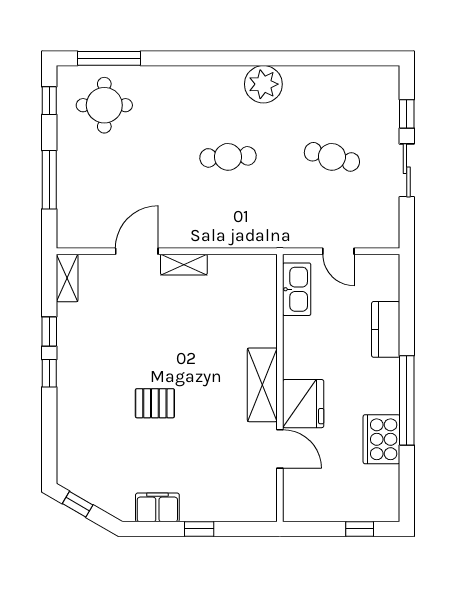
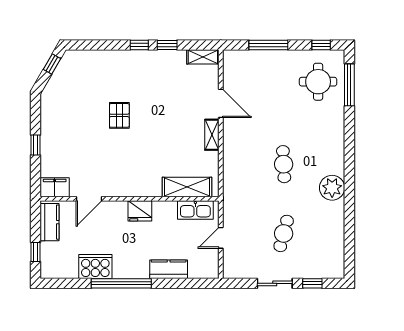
shelving: (262, 385) -> (187, 187), moved
fridge: (303, 404) -> (140, 211), moved, width x0.73, depth x0.75
filing cabinet: (157, 507) -> (55, 187), moved, turned -90
kitchen counter: (315, 508) -> (50, 222), added

